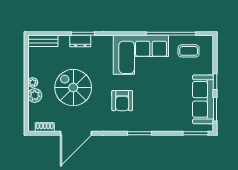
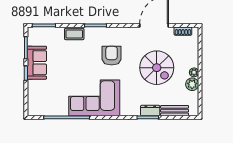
bench: (43, 41) -> (175, 111), moved
coffee table: (189, 51) -> (74, 34), moved
plant: (35, 95) -> (192, 84), moved
sofa: (203, 99) -> (37, 63), width x0.73

